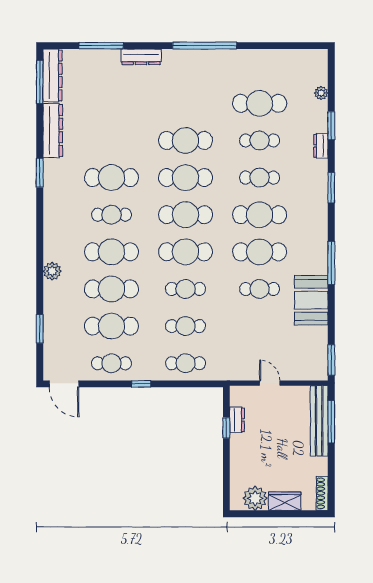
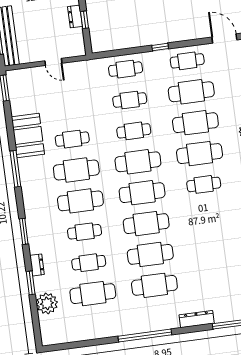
plant: (321, 93) -> (47, 303), width x1.87, depth x1.87
cafe table: (111, 178) -> (154, 285), moved
dresser: (237, 420) -> (75, 16), moved

